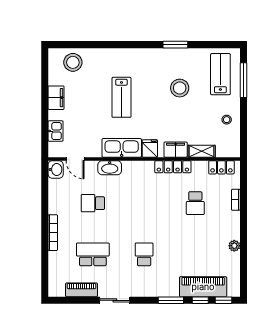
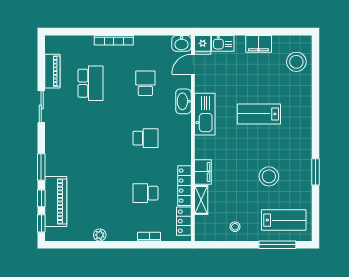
fridge: (150, 148) -> (203, 45), moved, turned 90
locker: (173, 167) -> (184, 186), moved
school desk: (144, 254) -> (145, 138), moved

